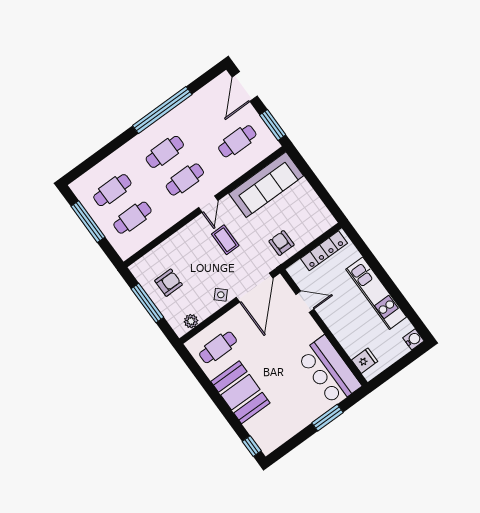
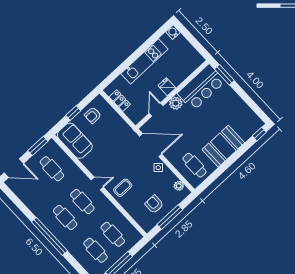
window: (162, 110) -> (49, 236), moved
window: (314, 182) -> (73, 113), added
sofa: (266, 185) -> (75, 141), width x0.73
coffee table: (225, 240) -> (123, 188), moved
armchair: (281, 243) -> (93, 115), moved
locker: (324, 251) -> (120, 101), width x0.66
plant: (311, 331) -> (176, 103), added
fridge: (365, 361) -> (167, 87), moved
window: (328, 418) -> (224, 75), moved

